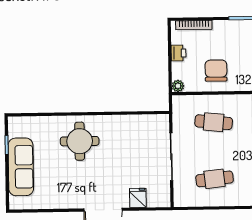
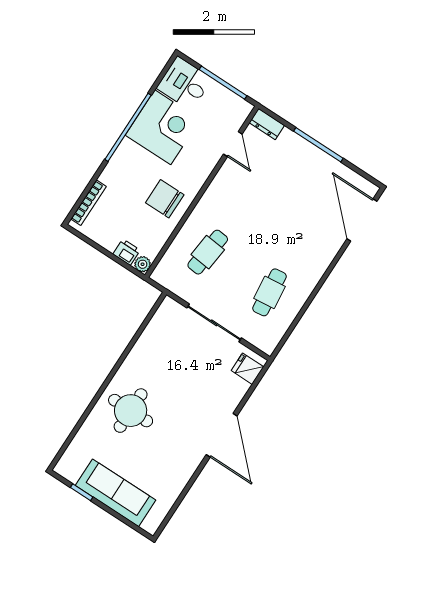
printer: (178, 53) -> (127, 252), moved
chair: (216, 71) -> (165, 199), moved
fridge: (138, 198) -> (247, 369), moved

